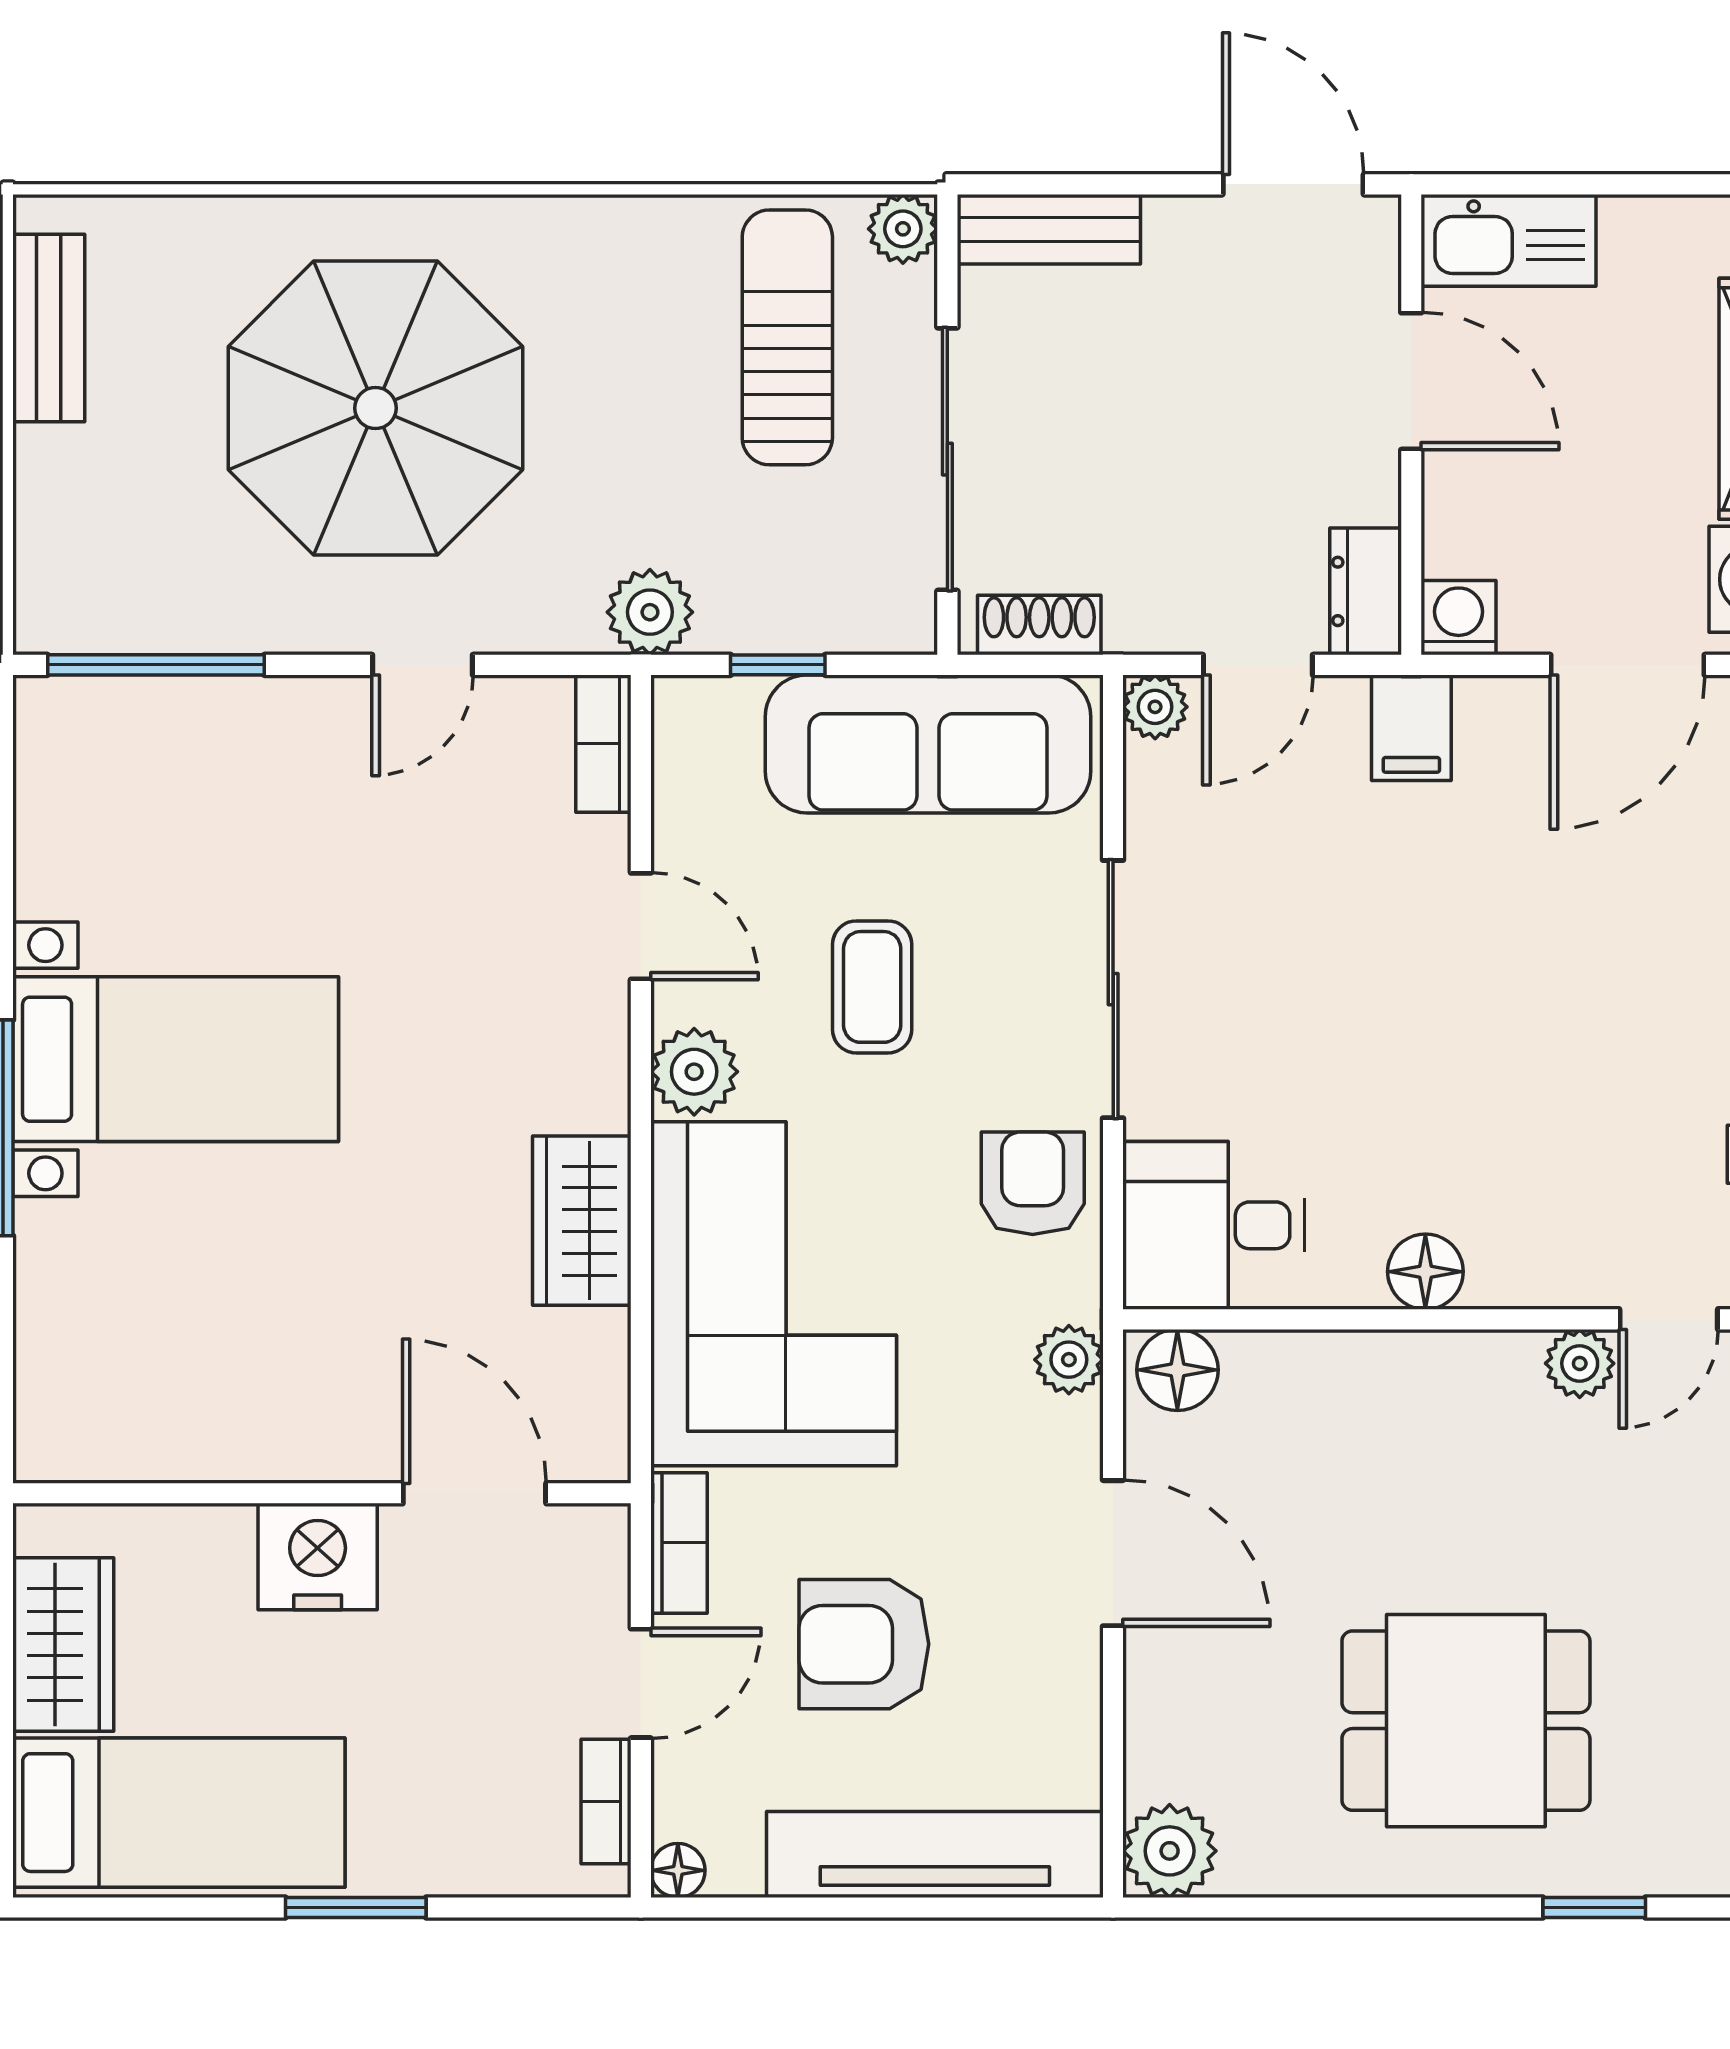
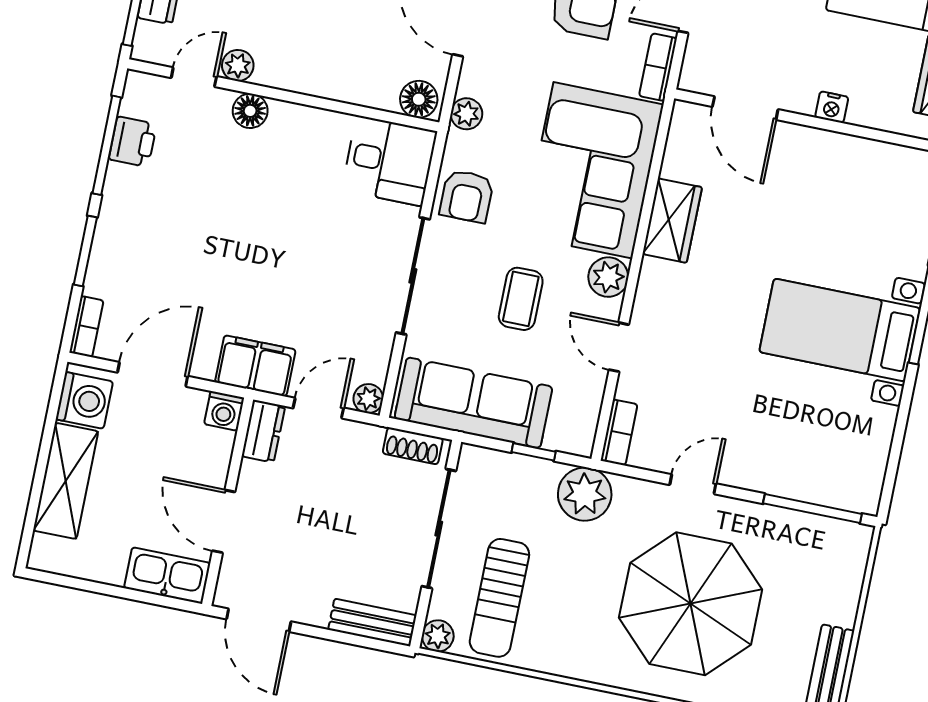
plant: (650, 612) -> (585, 494), width x1.36, depth x1.36
filing cabinet: (1411, 728) -> (255, 366), width x2.00
floor lamp: (1425, 1272) -> (250, 111), moved
nightstand: (318, 1557) -> (832, 107), width x0.53, depth x0.56

